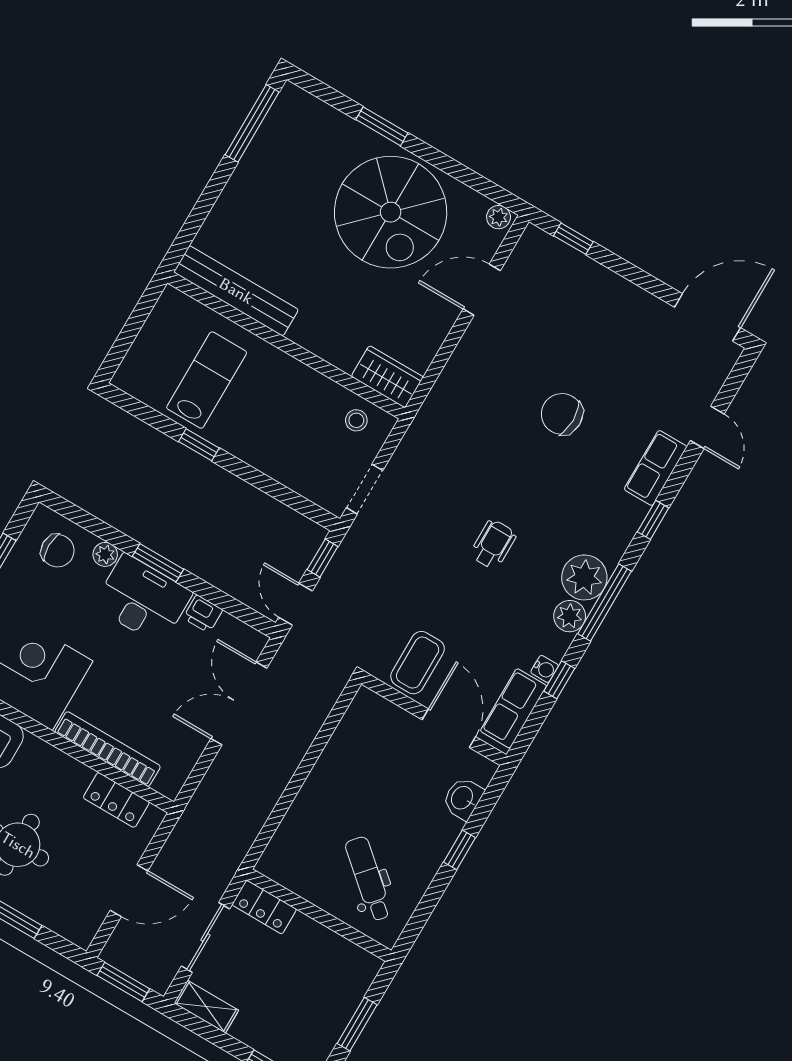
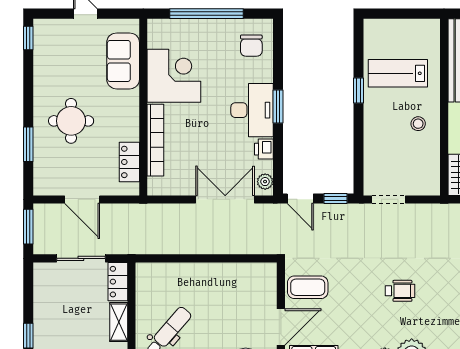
lab bench: (207, 380) -> (398, 73), turned 180
stool: (356, 420) -> (418, 124), moved
plant: (105, 554) -> (265, 182), moved
door: (295, 604) -> (300, 198), swing flipped
shelving: (206, 1007) -> (119, 322), moved

